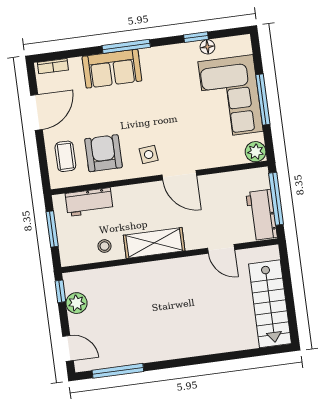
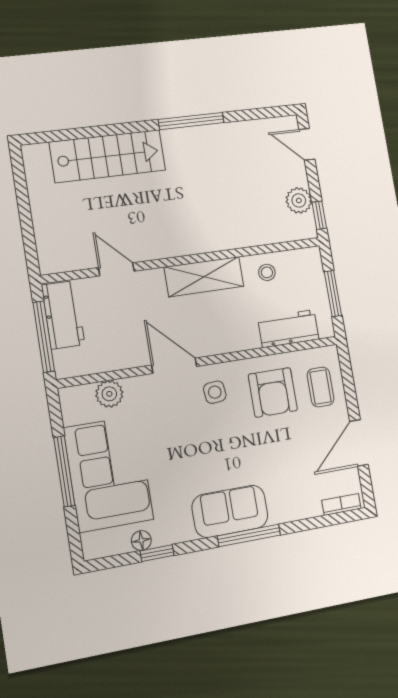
sofa: (112, 69) -> (230, 511), moved
plant: (256, 152) -> (109, 394), moved
stairs: (270, 304) -> (108, 156), moved, turned 90
window: (118, 371) -> (191, 121), moved

